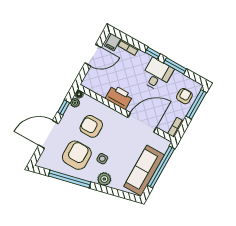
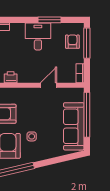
window: (153, 53) -> (24, 20), removed
printer: (119, 97) -> (11, 77), width x0.53, depth x0.68
door: (142, 122) -> (49, 85), width x0.53
plant: (104, 179) -> (43, 153), removed

